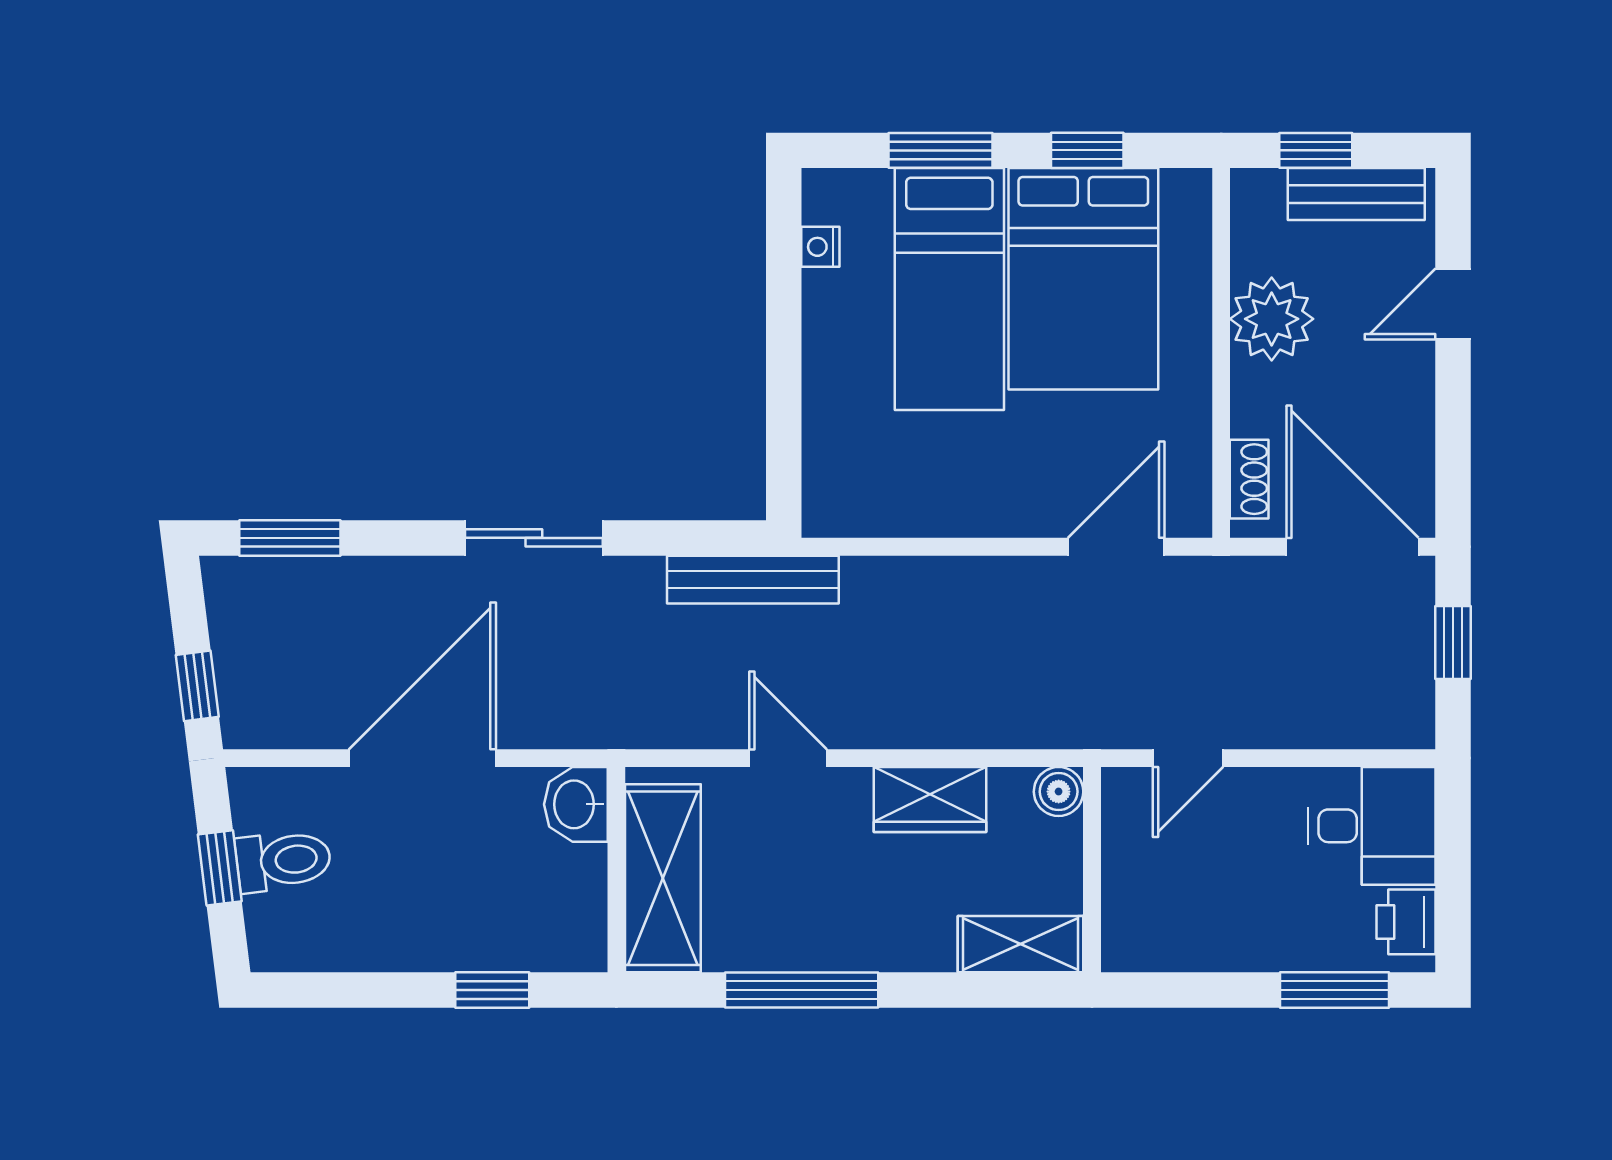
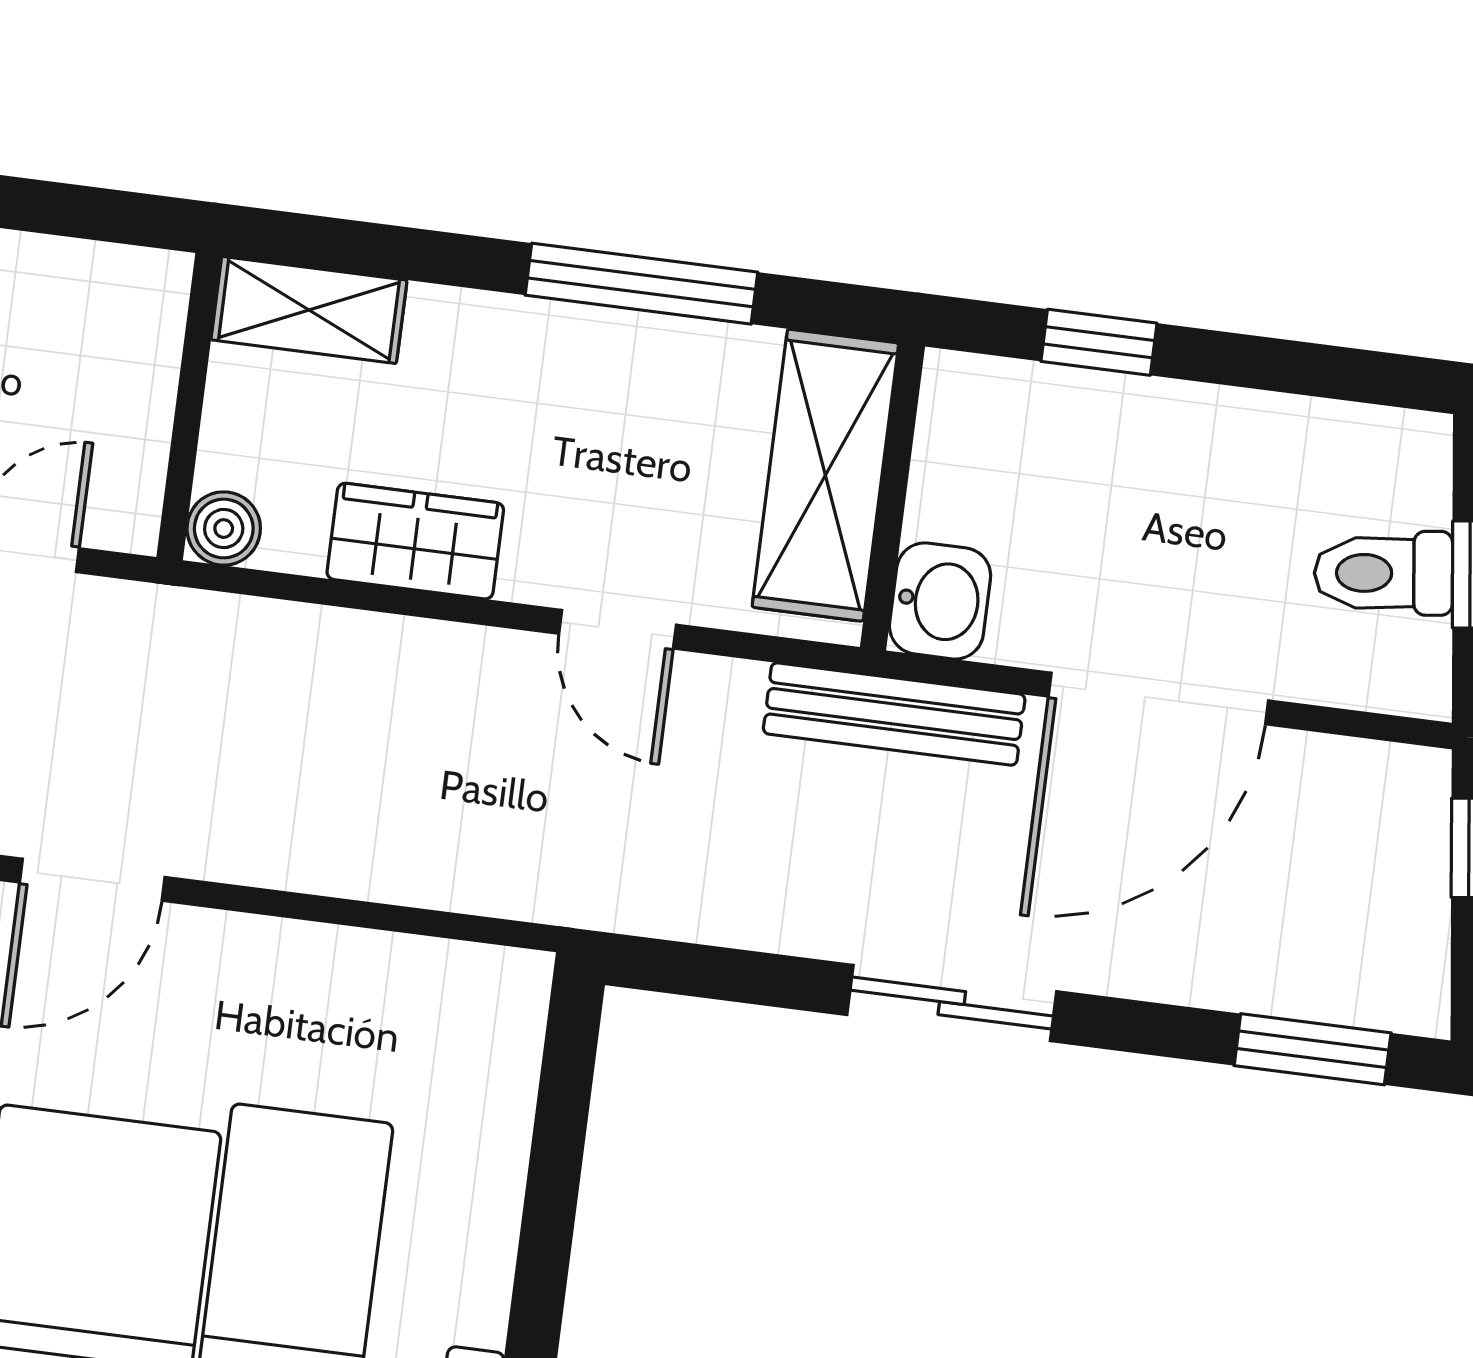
bench: (753, 580) -> (894, 714), moved

